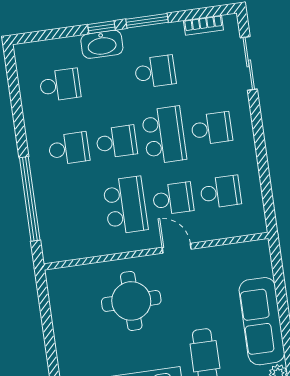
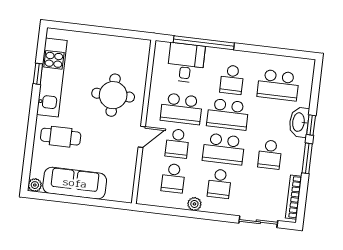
bookcase: (203, 25) -> (294, 197), width x1.56
school desk: (60, 85) -> (278, 85), width x1.85
school desk: (116, 142) -> (228, 114), width x1.85
plant: (247, 155) -> (194, 204), added
desk: (63, 216) -> (186, 63), added

